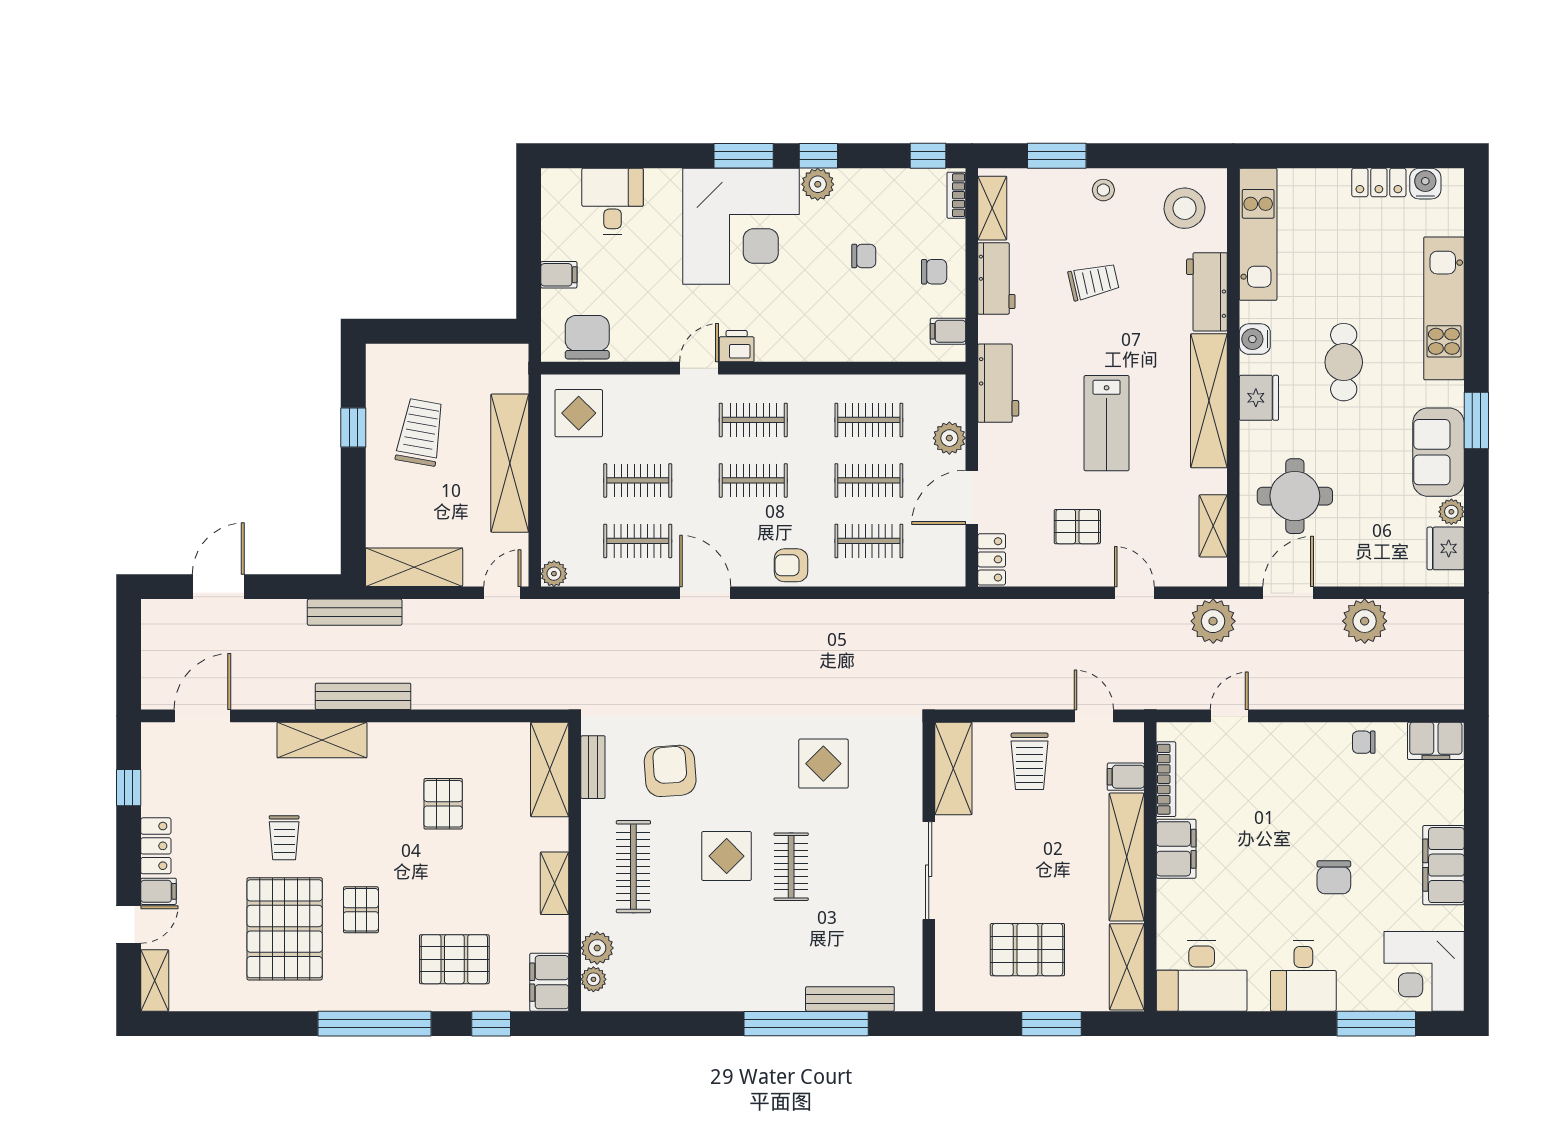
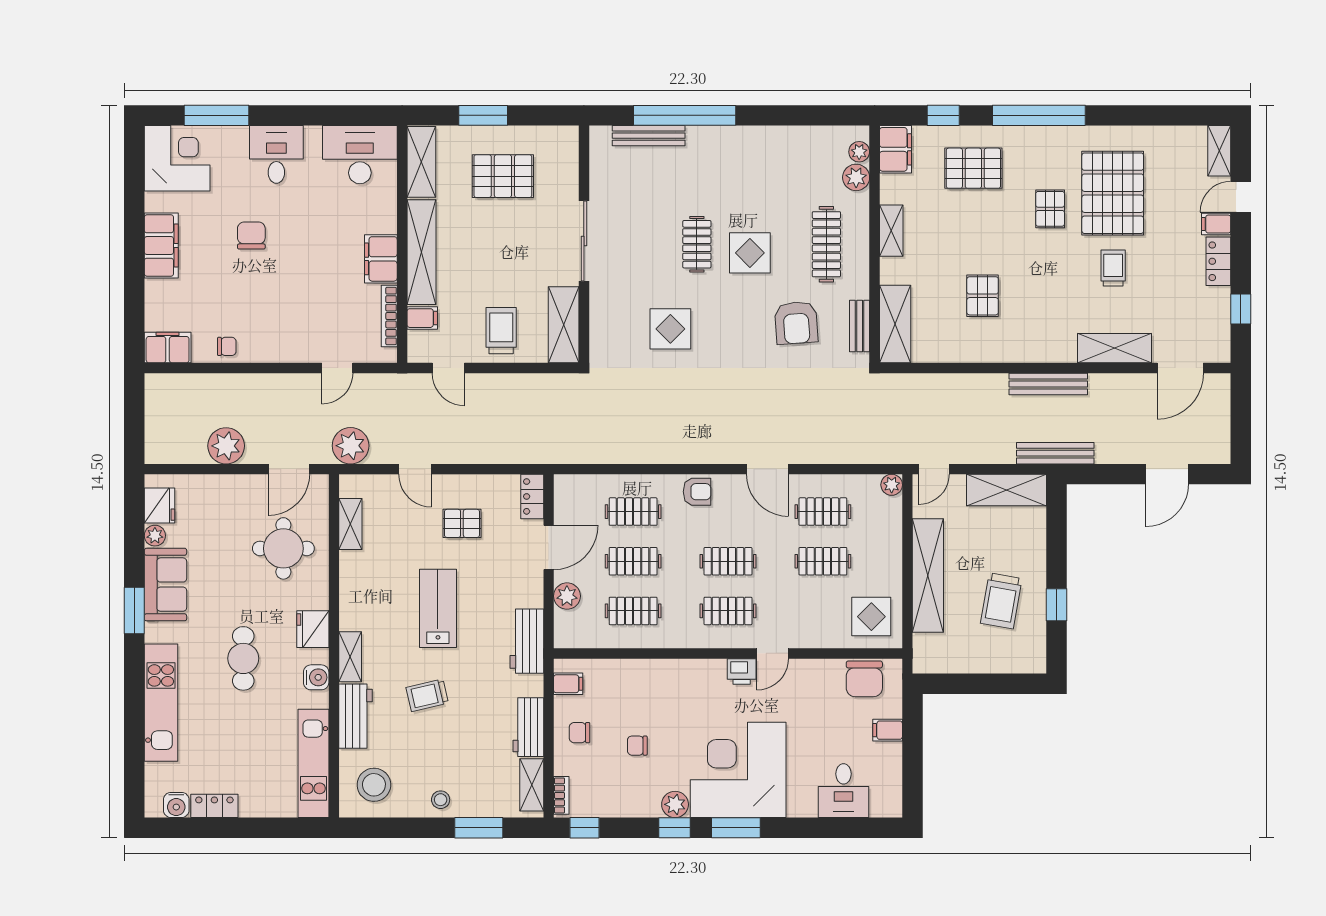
trolley: (1093, 281) -> (427, 695), moved
shelving: (1209, 401) -> (350, 657), width x0.45, depth x0.75
shelving: (322, 740) -> (1115, 348), moved

